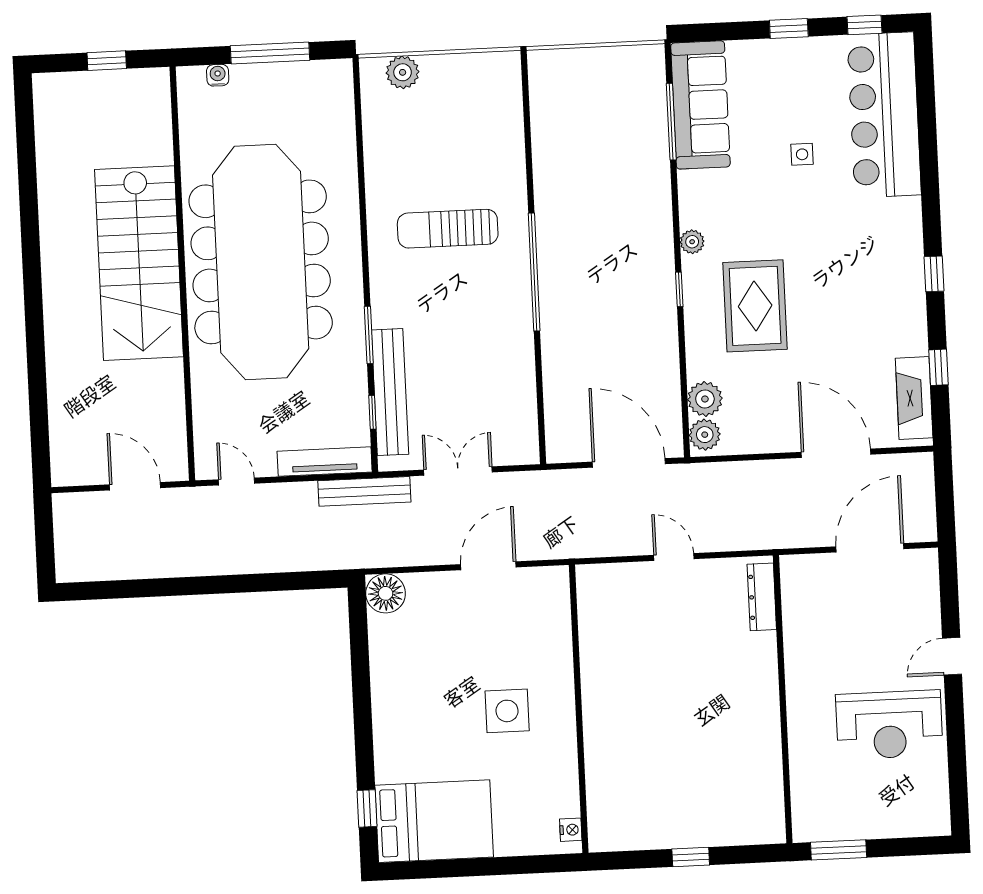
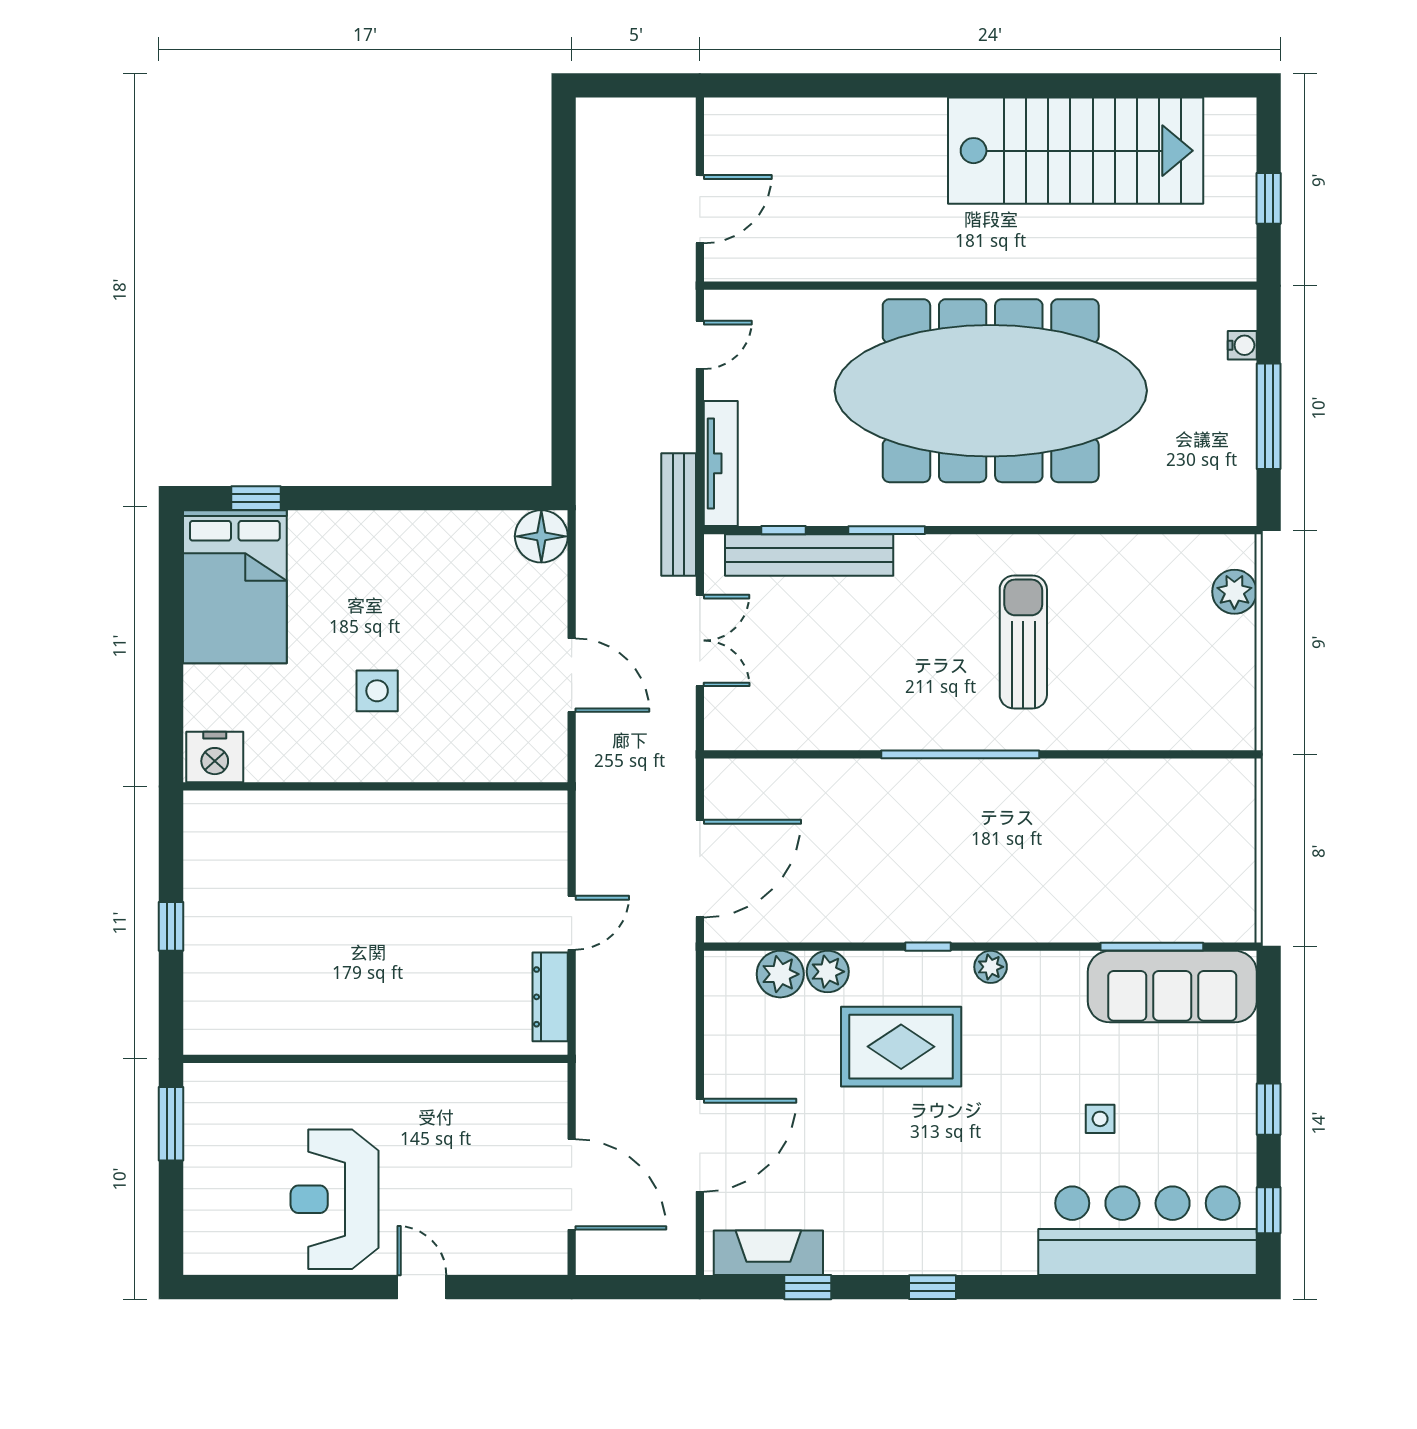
stairs: (139, 263) -> (1076, 151), moved, turned 180
plant: (705, 435) -> (828, 972), moved
dresser: (762, 597) -> (550, 997), moved, turned -90
side table: (507, 711) -> (377, 691), width x0.73, depth x0.73
nightstand: (571, 830) -> (215, 757), width x1.89, depth x1.79

